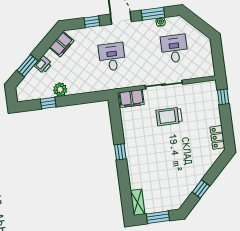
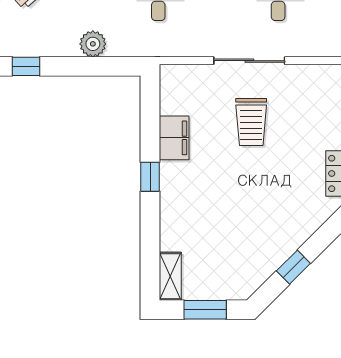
plant: (60, 90) -> (93, 44), moved
filing cabinet: (132, 99) -> (174, 138), moved, turned -90
trolley: (169, 116) -> (251, 122), turned -90

